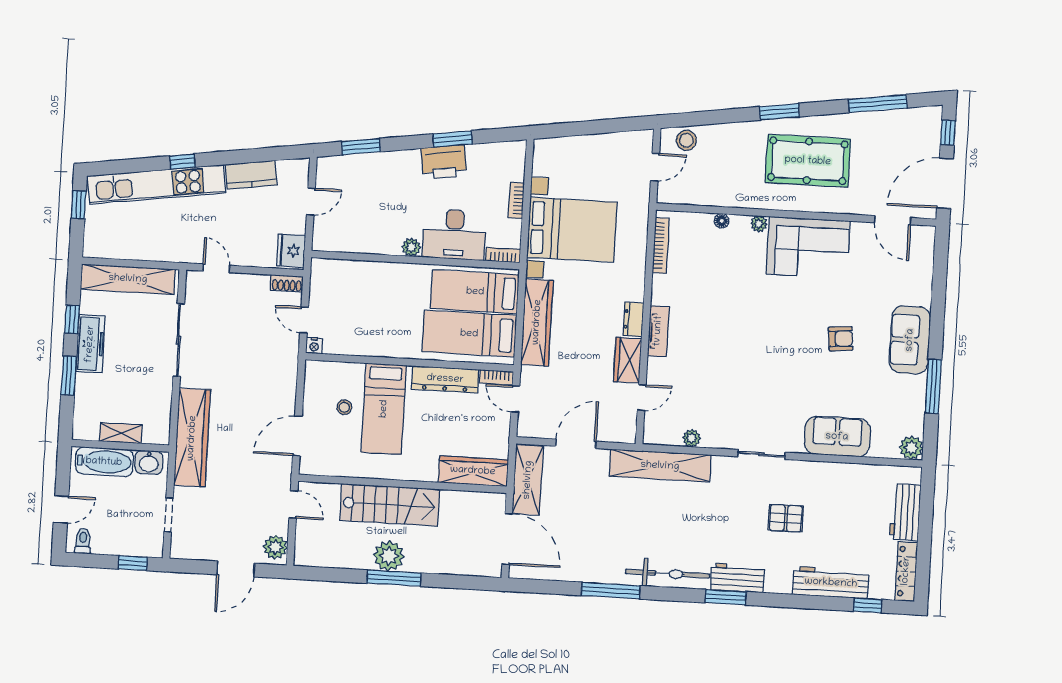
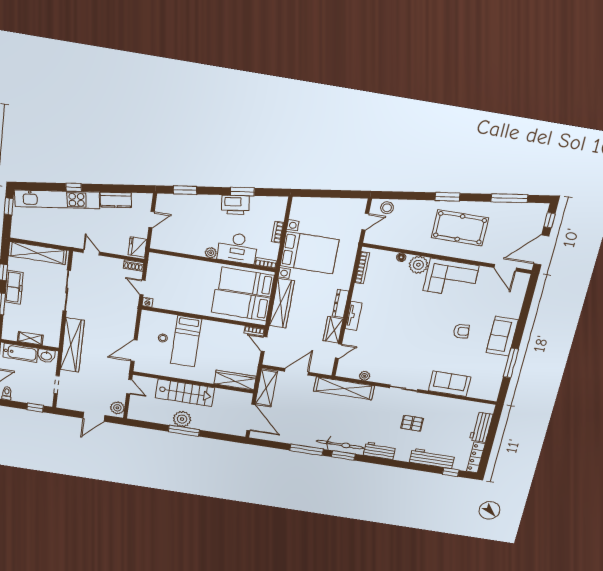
plant: (759, 224) -> (418, 265), width x1.88, depth x1.88
dresser: (633, 319) -> (341, 304), width x1.44
dresser: (445, 379) -> (224, 329), removed
plant: (911, 448) -> (491, 394), removed
window: (726, 597) -> (343, 455), moved

